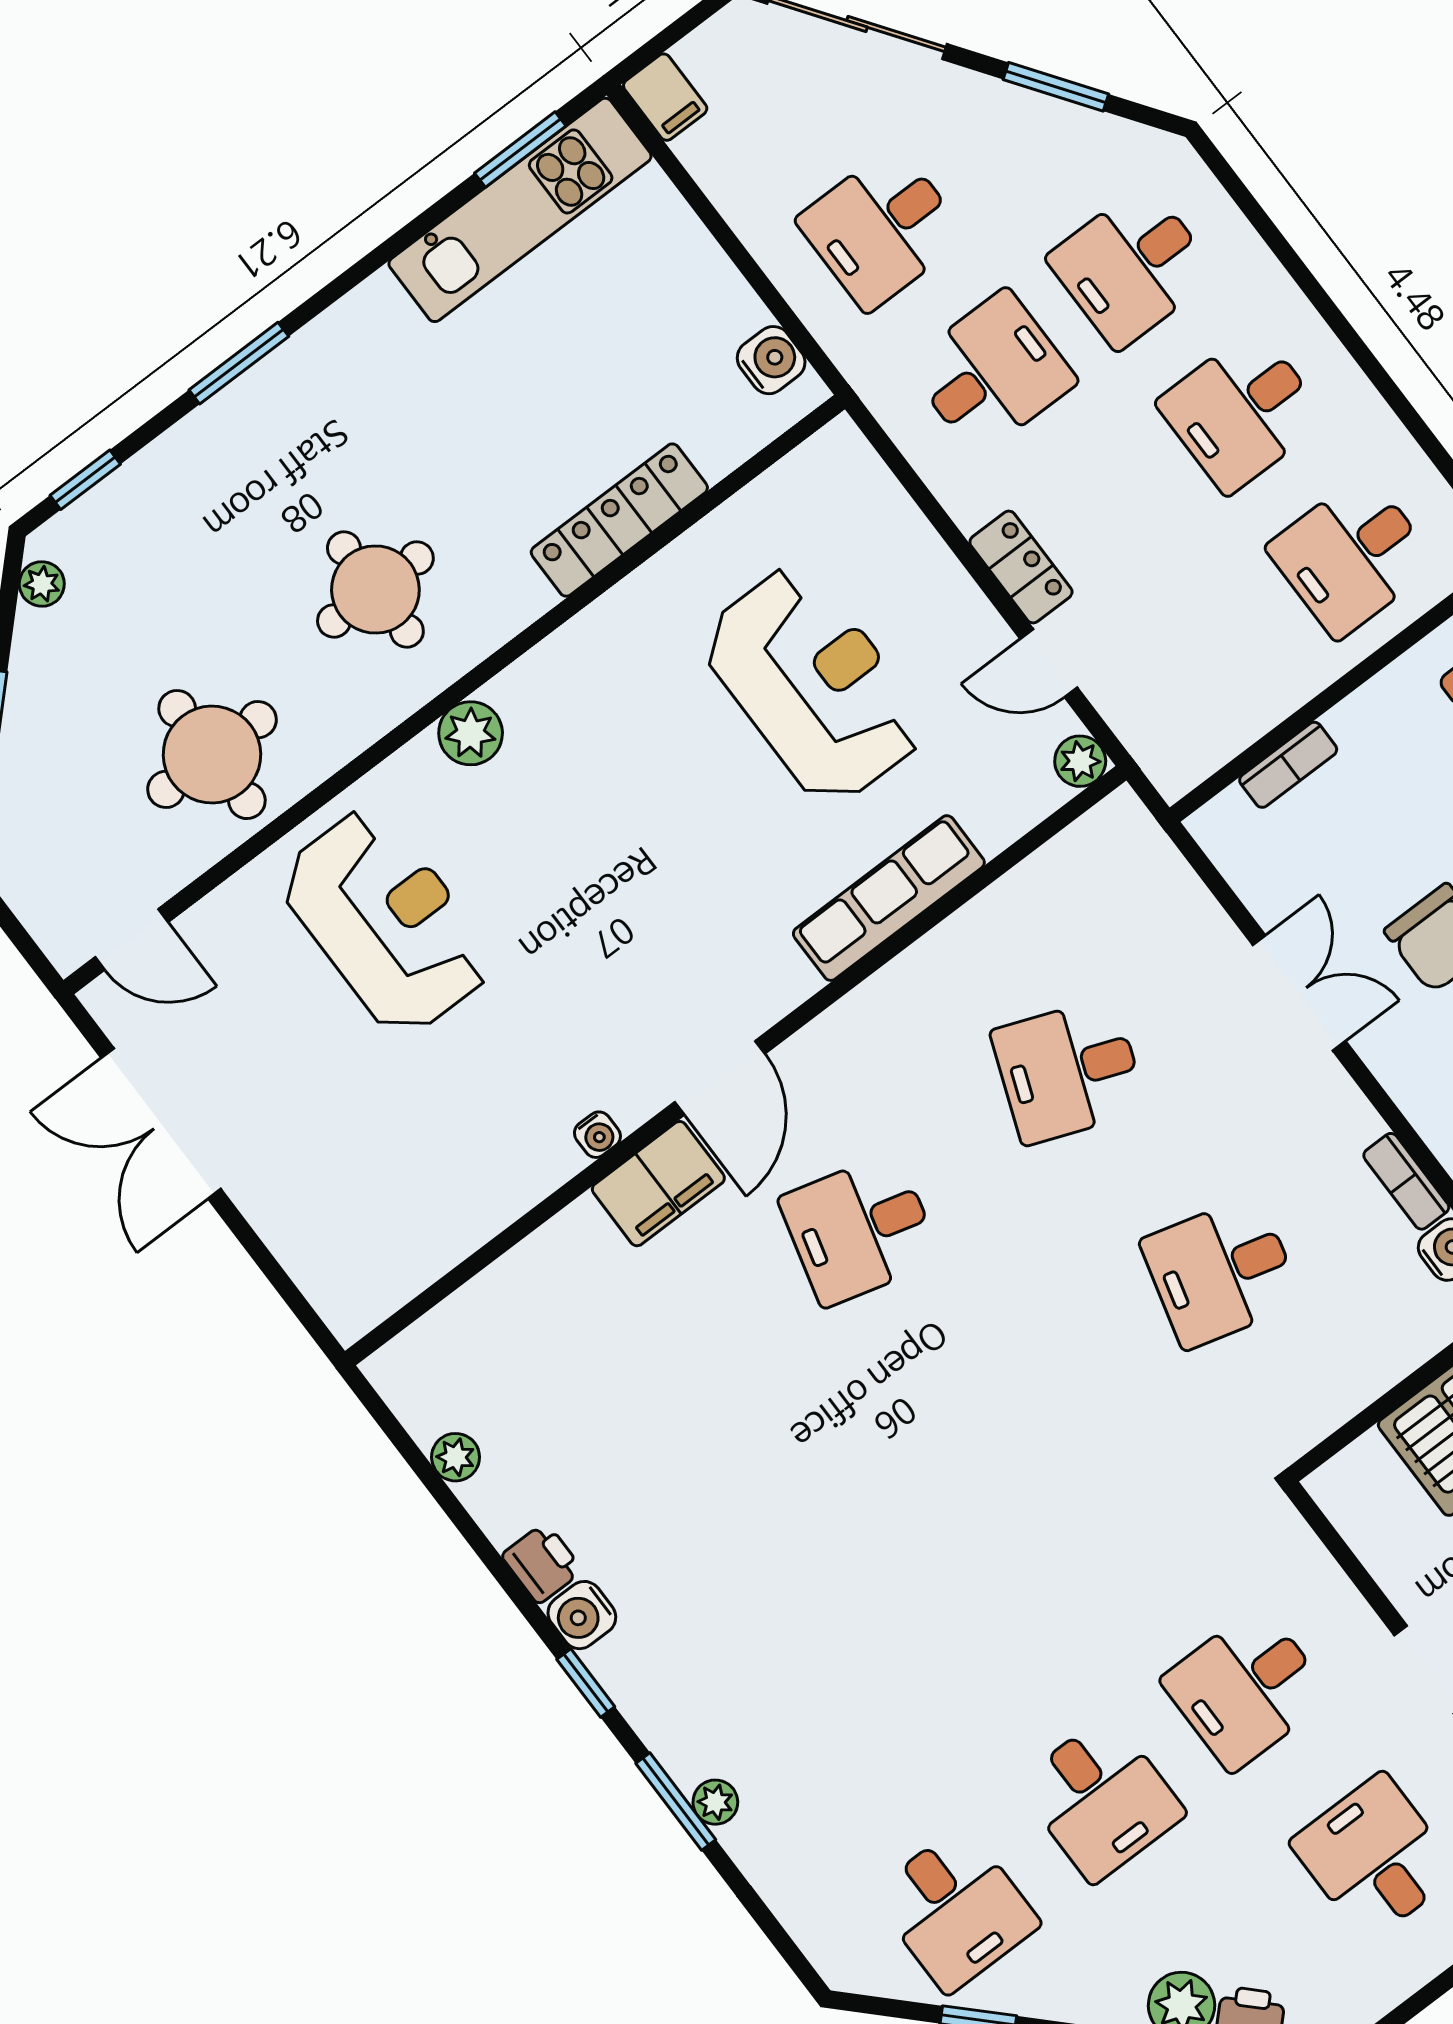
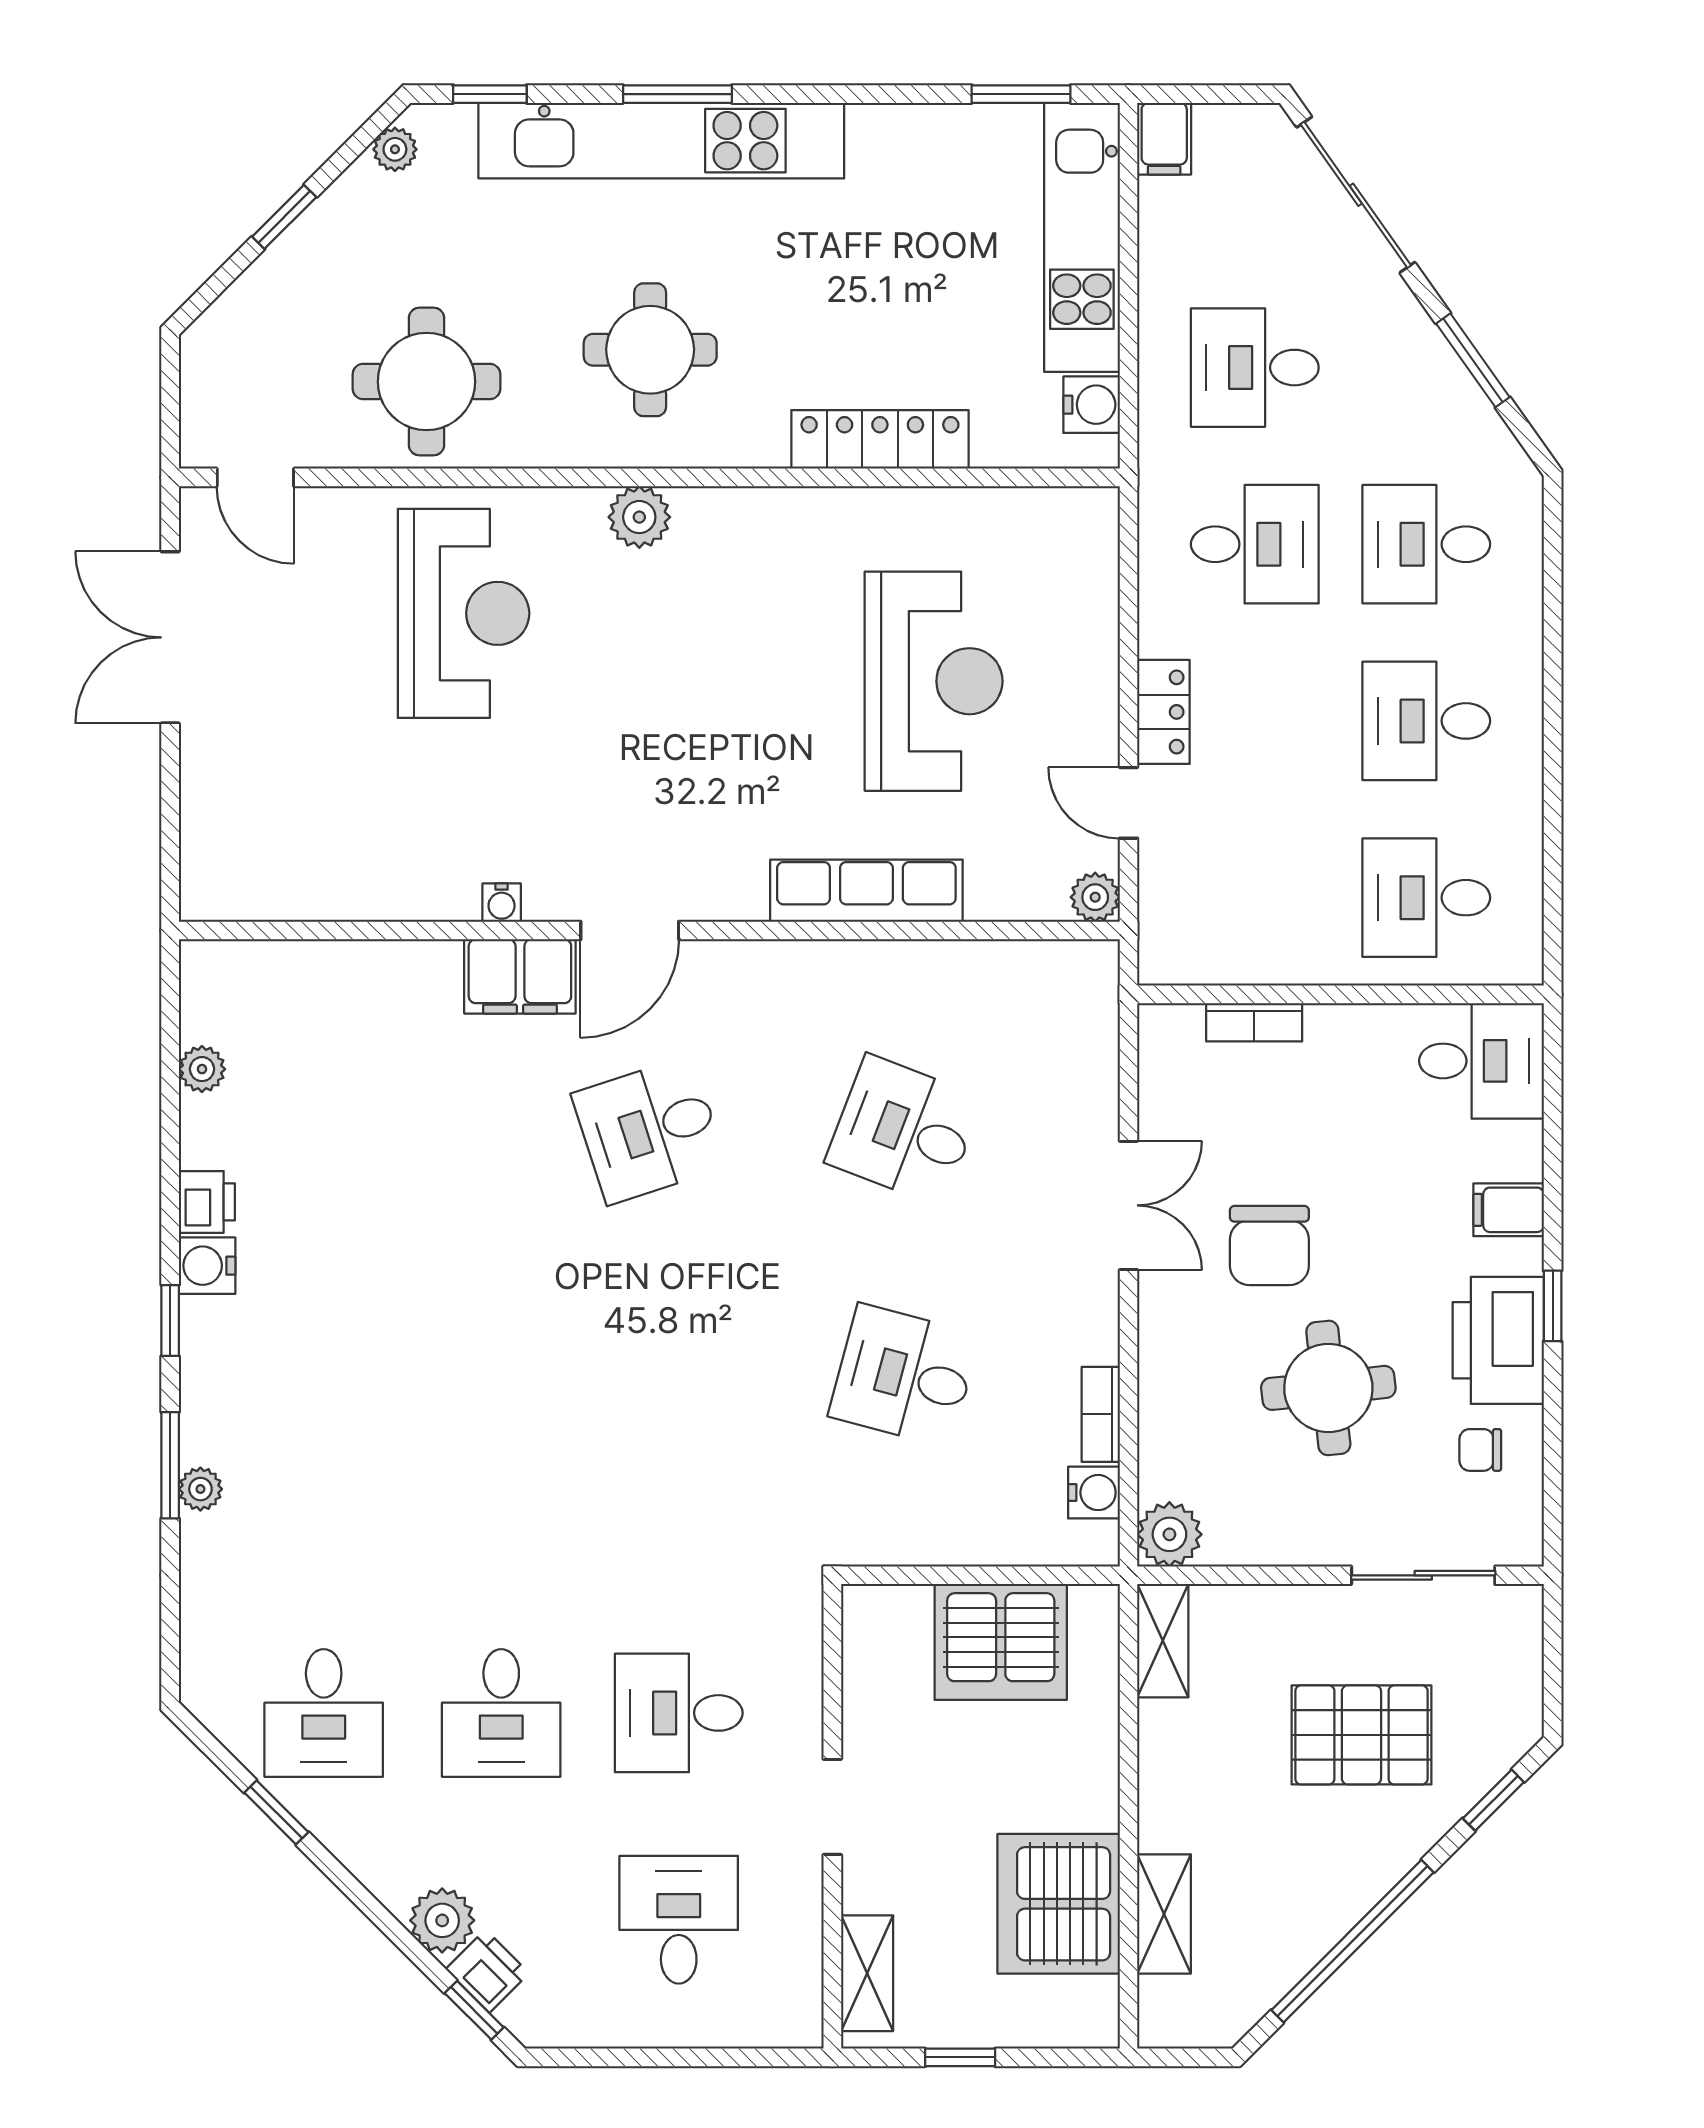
kitchen unit: (520, 210) -> (1082, 237), moved, turned 90
kitchen unit: (255, 411) -> (661, 141), added
desk: (860, 1229) -> (649, 1130), turned -33

